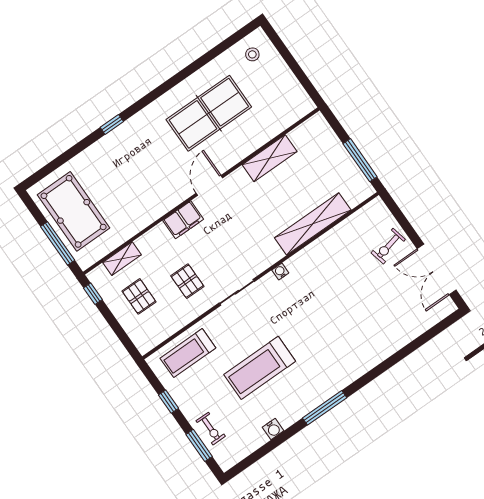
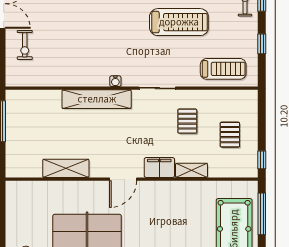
shelving: (313, 224) -> (97, 99), moved
exercise bike: (388, 246) -> (25, 45), turned 103
shelving: (122, 259) -> (192, 170), moved

